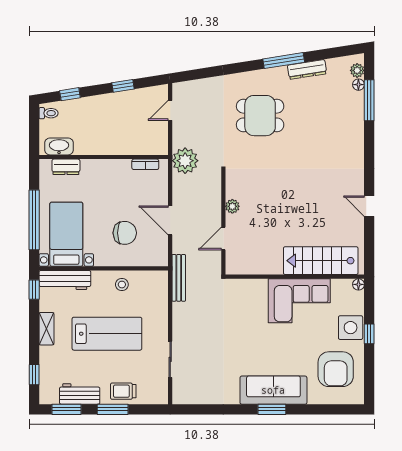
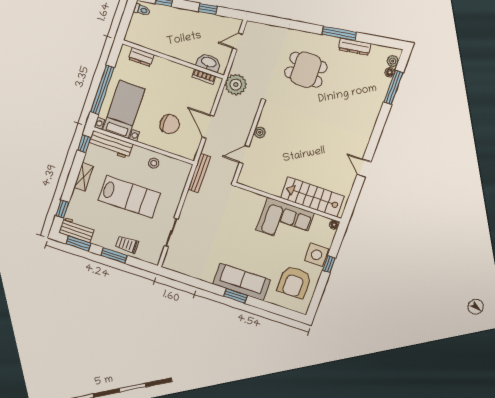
washbasin: (59, 146) -> (209, 63), moved
workbench: (80, 394) -> (77, 230), moved

